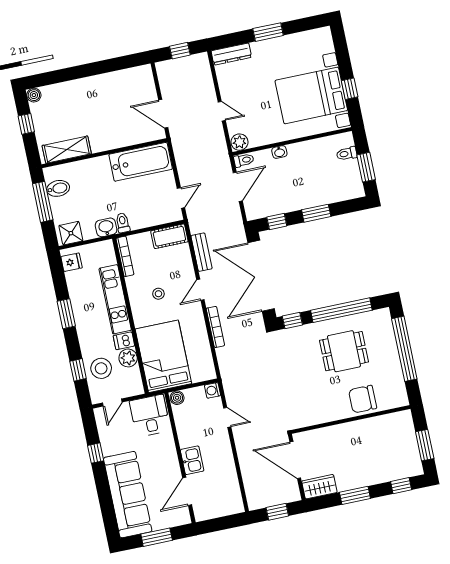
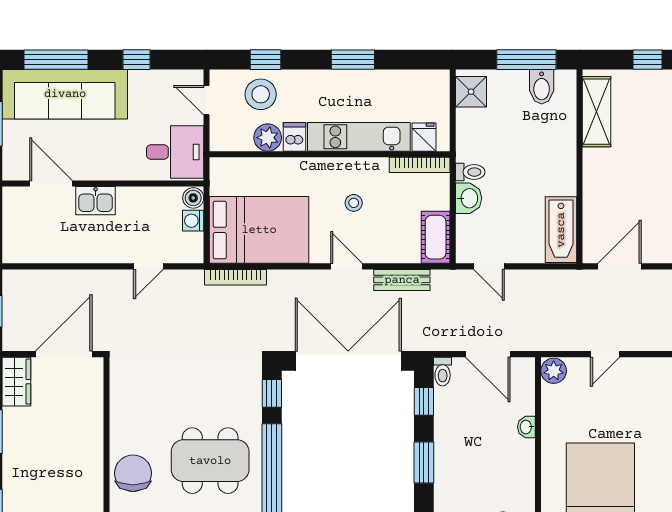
toilet: (244, 160) -> (443, 372), moved
bathtub: (141, 162) -> (561, 230), width x0.73, depth x0.73
washbasin: (106, 227) -> (469, 198), moved
fridge: (71, 262) -> (424, 137), moved, turned 180
bookcase: (215, 327) -> (236, 277), moved
dining table: (344, 351) -> (210, 461), width x1.38
bed: (163, 356) -> (259, 230), moved
washing machine: (213, 390) -> (193, 221), moved, turned -90
window: (107, 505) -> (56, 60), added

